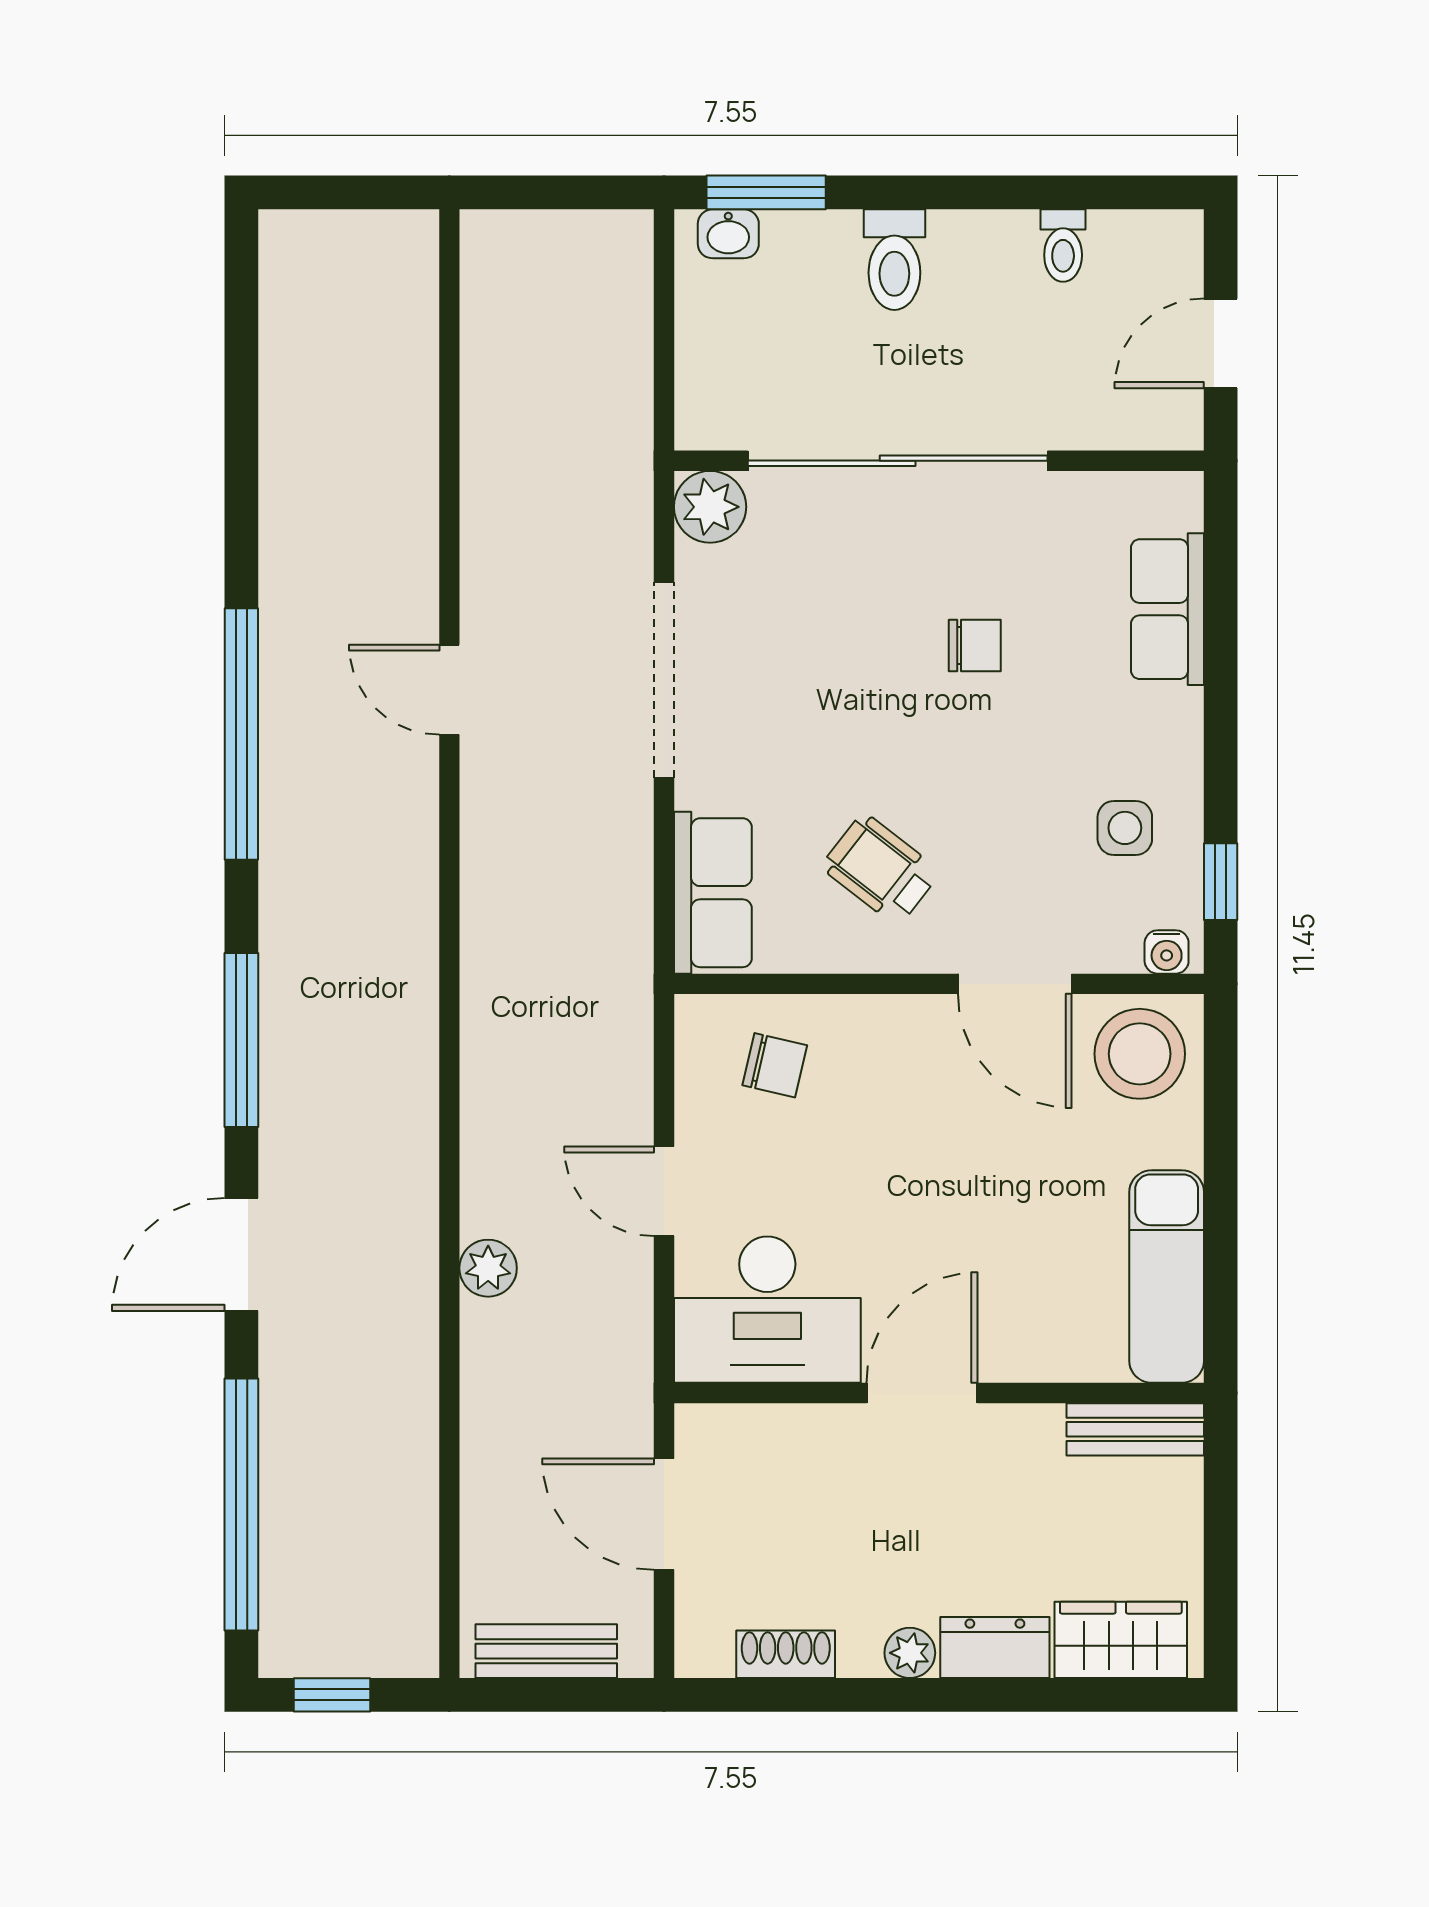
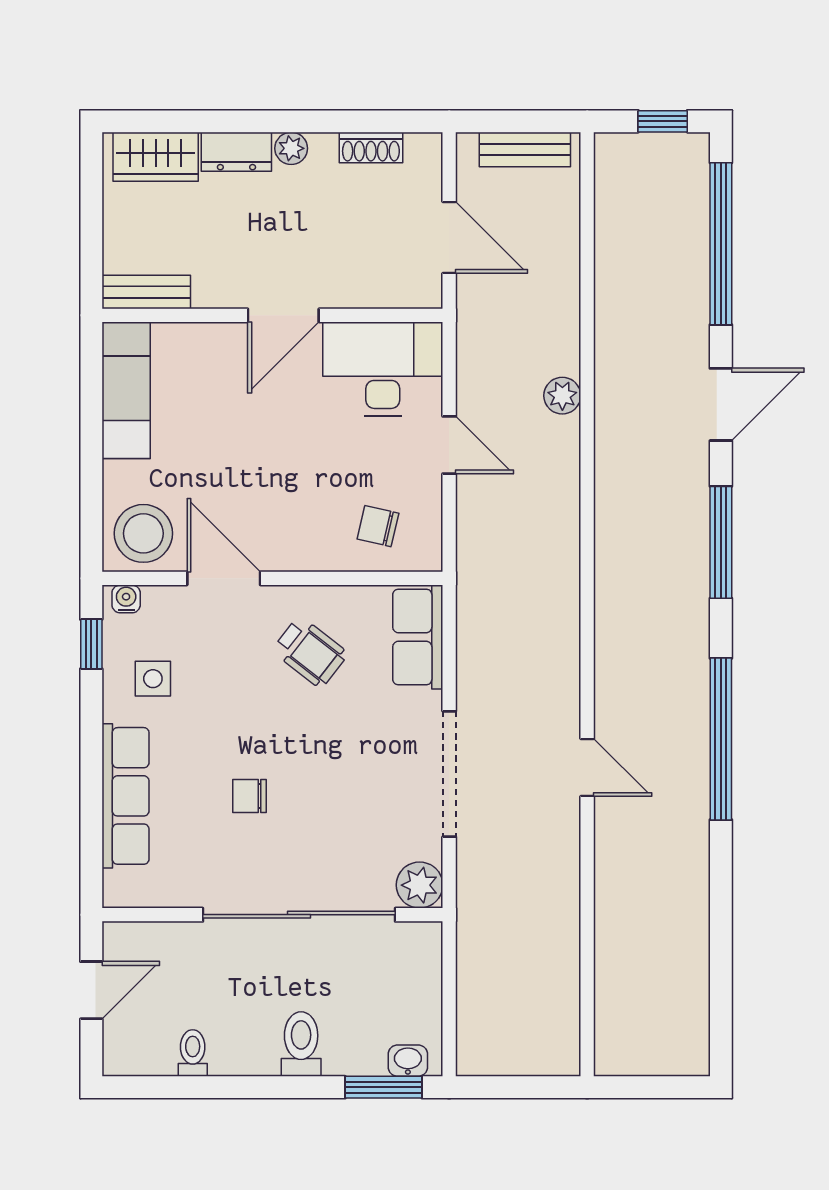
row of seats: (1168, 609) -> (125, 796), width x1.48

